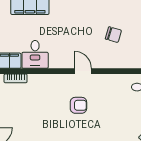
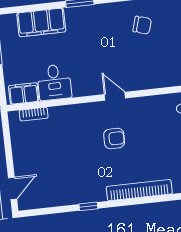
chair: (113, 35) -> (142, 25), moved

